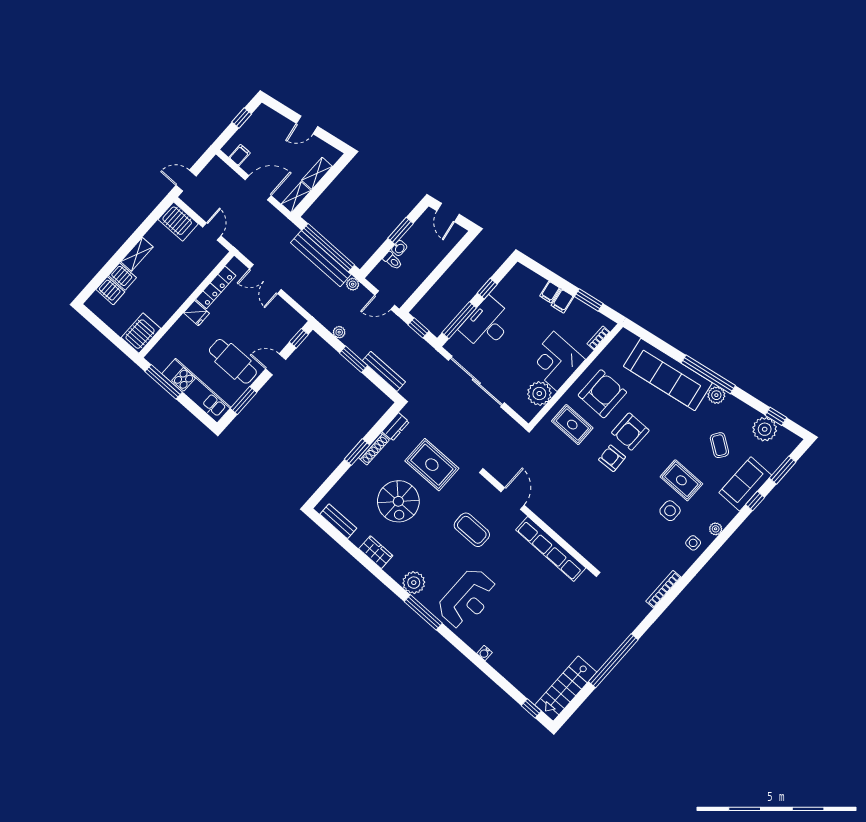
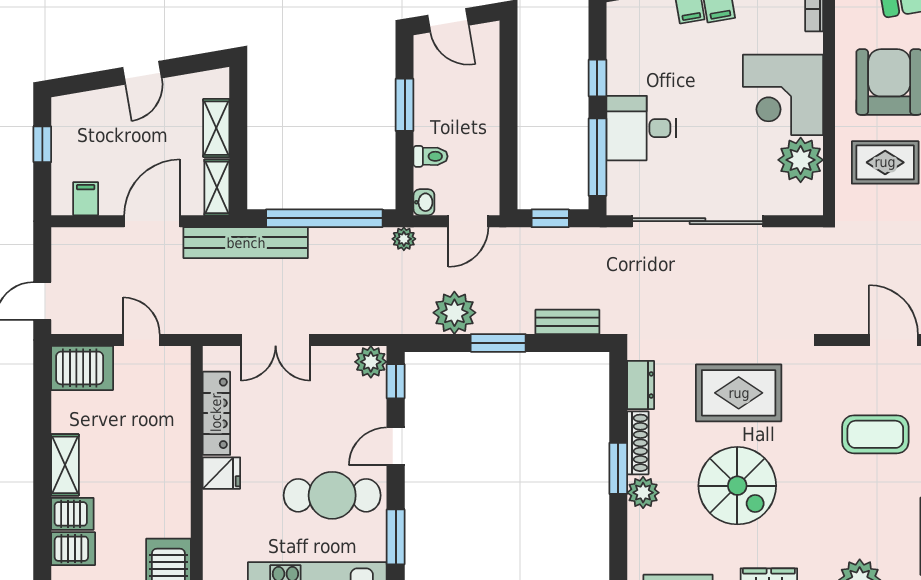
washbasin: (399, 248) -> (424, 202), moved
bench: (321, 259) -> (246, 243), moved
plant: (296, 322) -> (371, 362), added
desk: (487, 324) -> (641, 128), width x0.73
plant: (339, 332) -> (454, 313), width x1.87, depth x1.87
bench: (384, 371) -> (567, 322), width x0.73
plant: (358, 471) -> (643, 493), added

